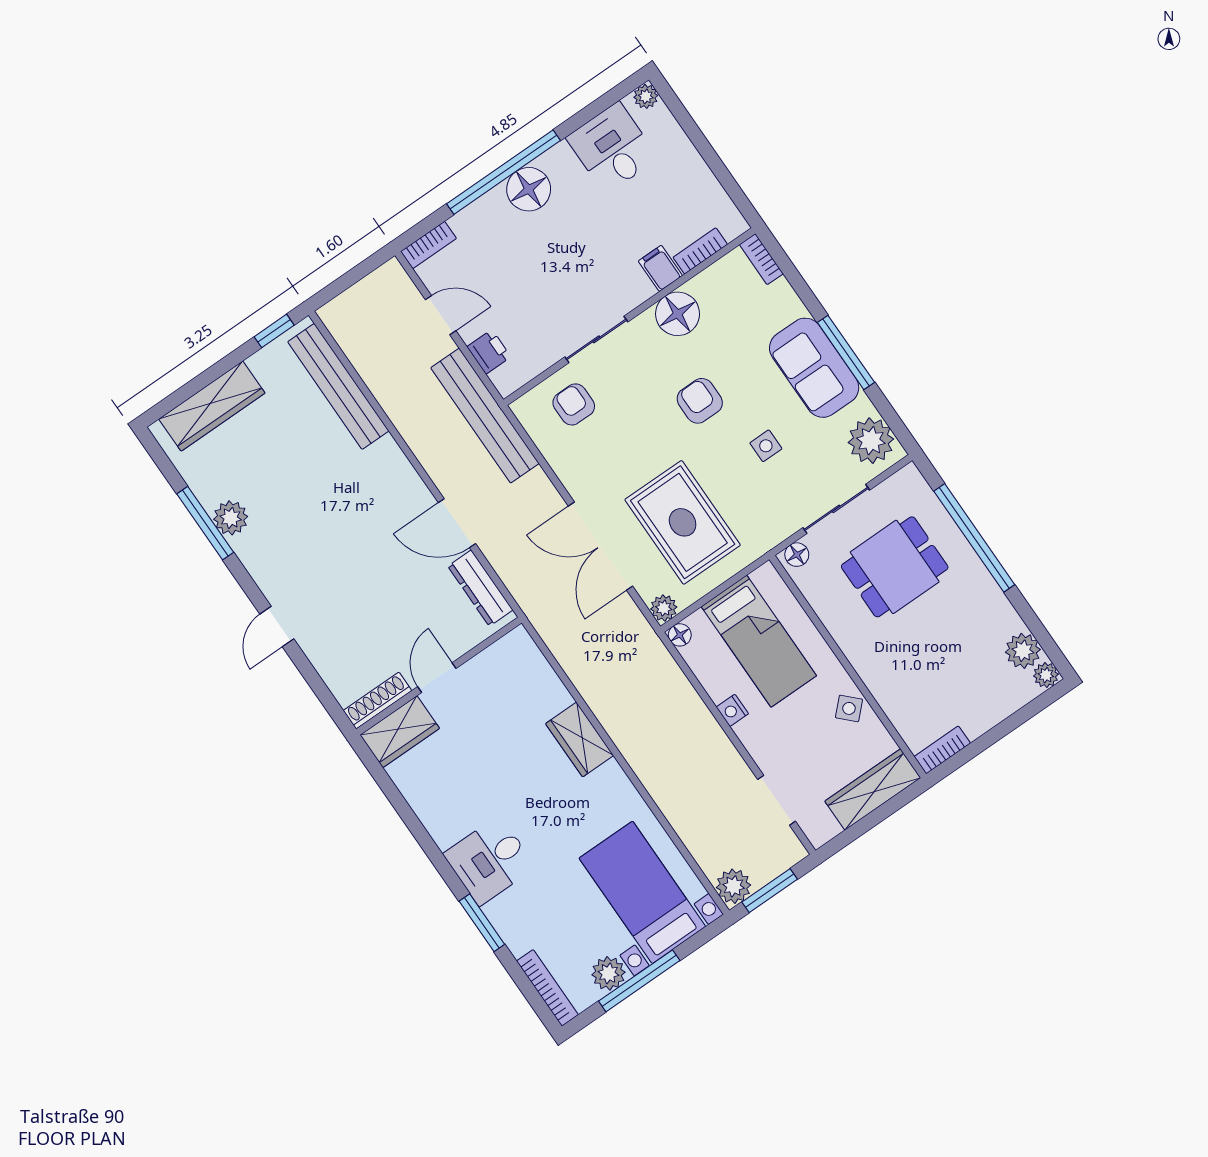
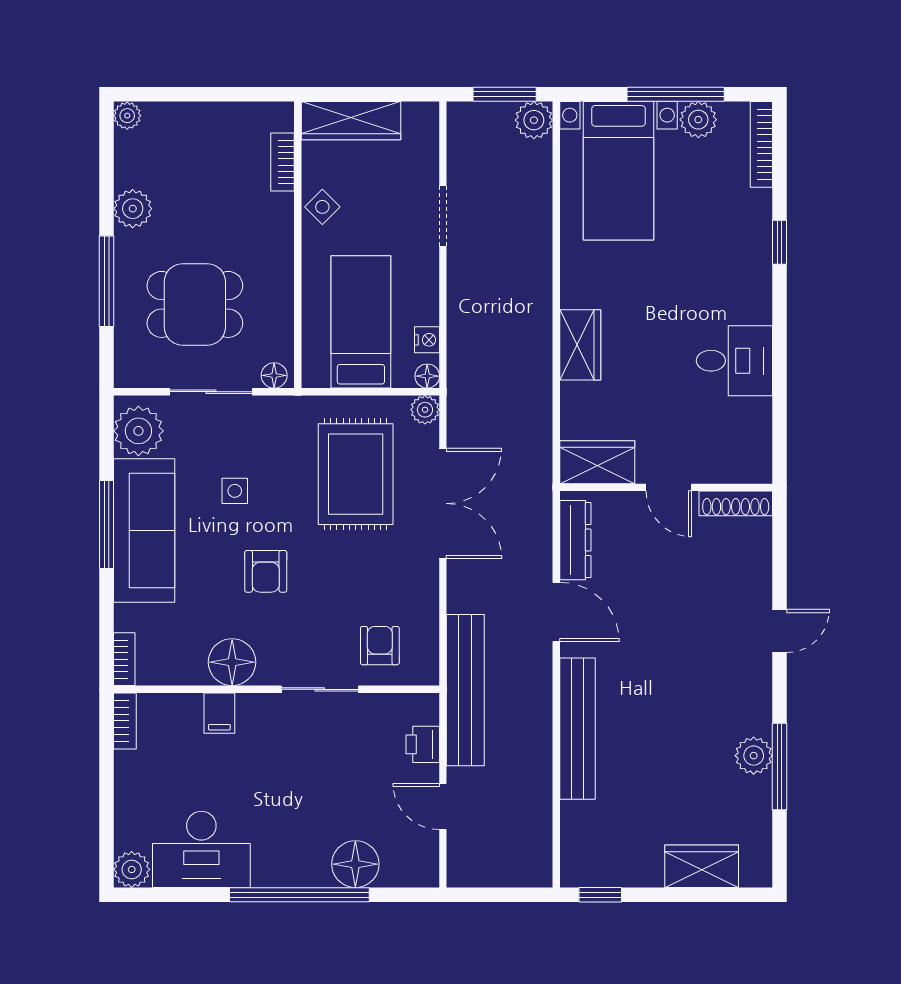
plant: (646, 96) -> (132, 869), width x1.38, depth x1.38
desk: (612, 148) -> (201, 849), width x1.37
floor lamp: (529, 189) -> (355, 864), moved
bookcase: (429, 245) -> (411, 876), removed
bookcase: (700, 251) -> (125, 721), moved, turned -90
sofa: (814, 368) -> (144, 531), width x1.36
bench: (338, 386) -> (577, 729), moved
armchair: (574, 404) -> (380, 646), turned 180
wardrobe: (212, 406) -> (702, 866), width x0.67
window: (974, 538) -> (106, 281), width x0.68
plant: (1023, 651) -> (133, 209), moved
door: (437, 678) -> (669, 487), hinge flipped
nightstand: (732, 710) -> (427, 340), moved
wardrobe: (400, 732) -> (597, 462), moved
bookcase: (942, 750) -> (283, 162), moved, turned 90
doorway: (777, 800) -> (443, 216), moved
desk: (490, 861) -> (734, 361), moved
window: (482, 923) -> (779, 242), width x0.67

